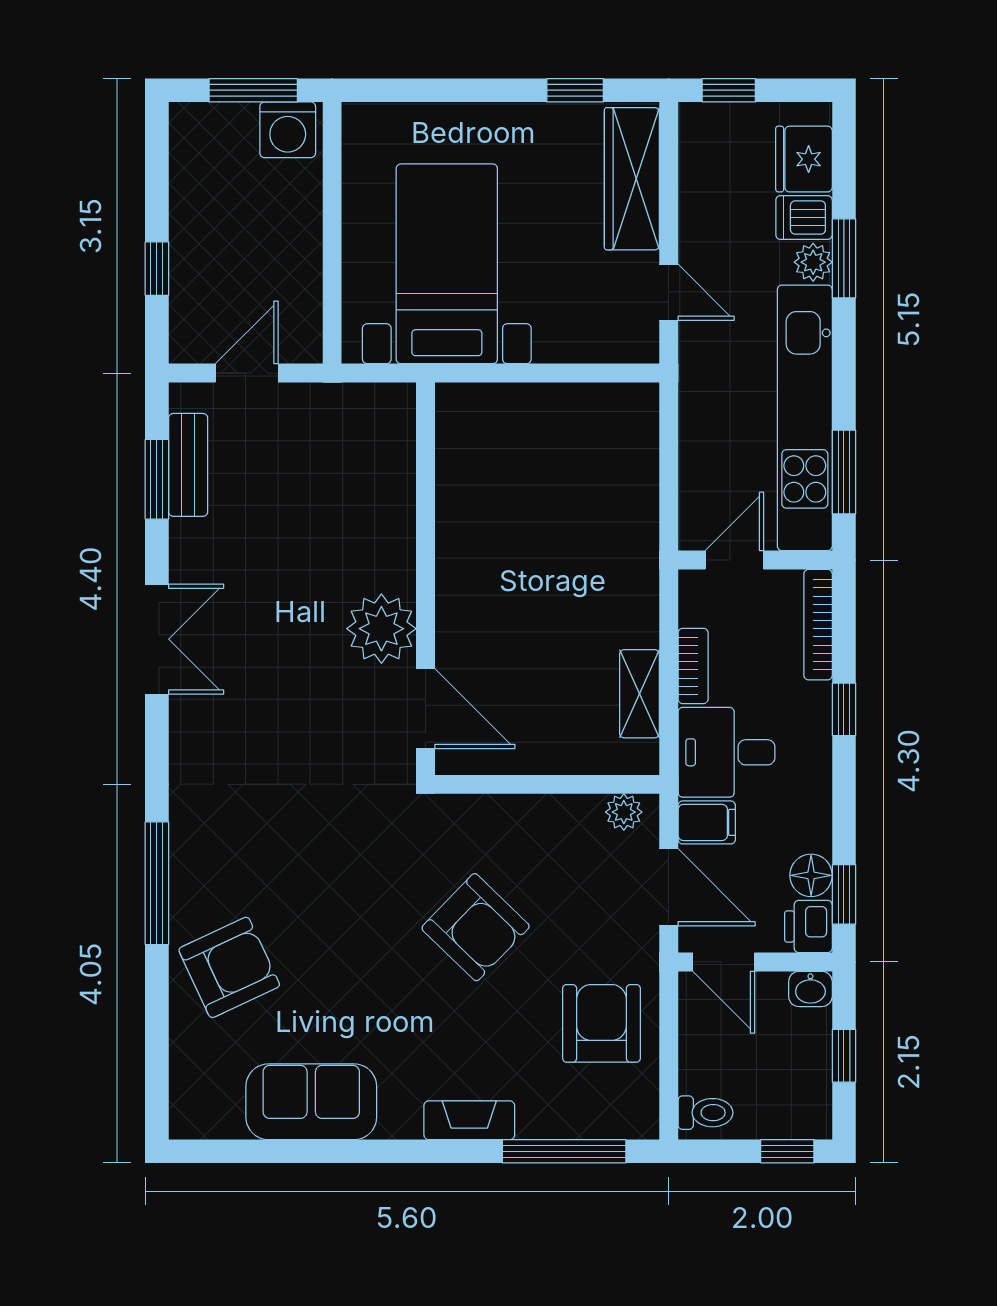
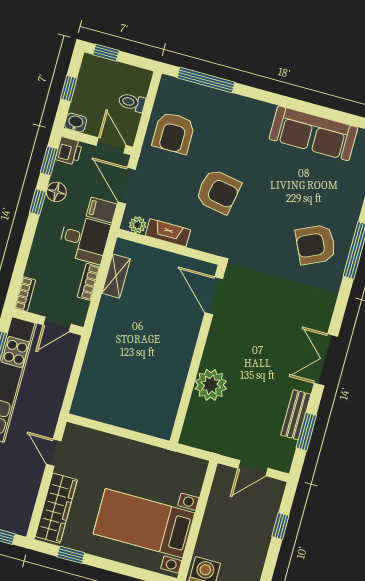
bed with nightstands: (447, 264) -> (144, 523), moved, turned 90
bench: (188, 465) -> (296, 415), moved
bookcase: (818, 625) -> (25, 294), width x0.64
plant: (381, 629) -> (211, 385), moved
window: (844, 709) -> (38, 202), moved
floor lamp: (811, 875) -> (56, 192), moved
armchair: (476, 927) -> (218, 191), turned 146
armchair: (229, 967) -> (316, 245), moved
sofa: (311, 1102) -> (313, 133), width x1.36
toilet: (705, 1113) -> (132, 102), moved
fireplace: (469, 1120) -> (168, 233), moved, turned 180

